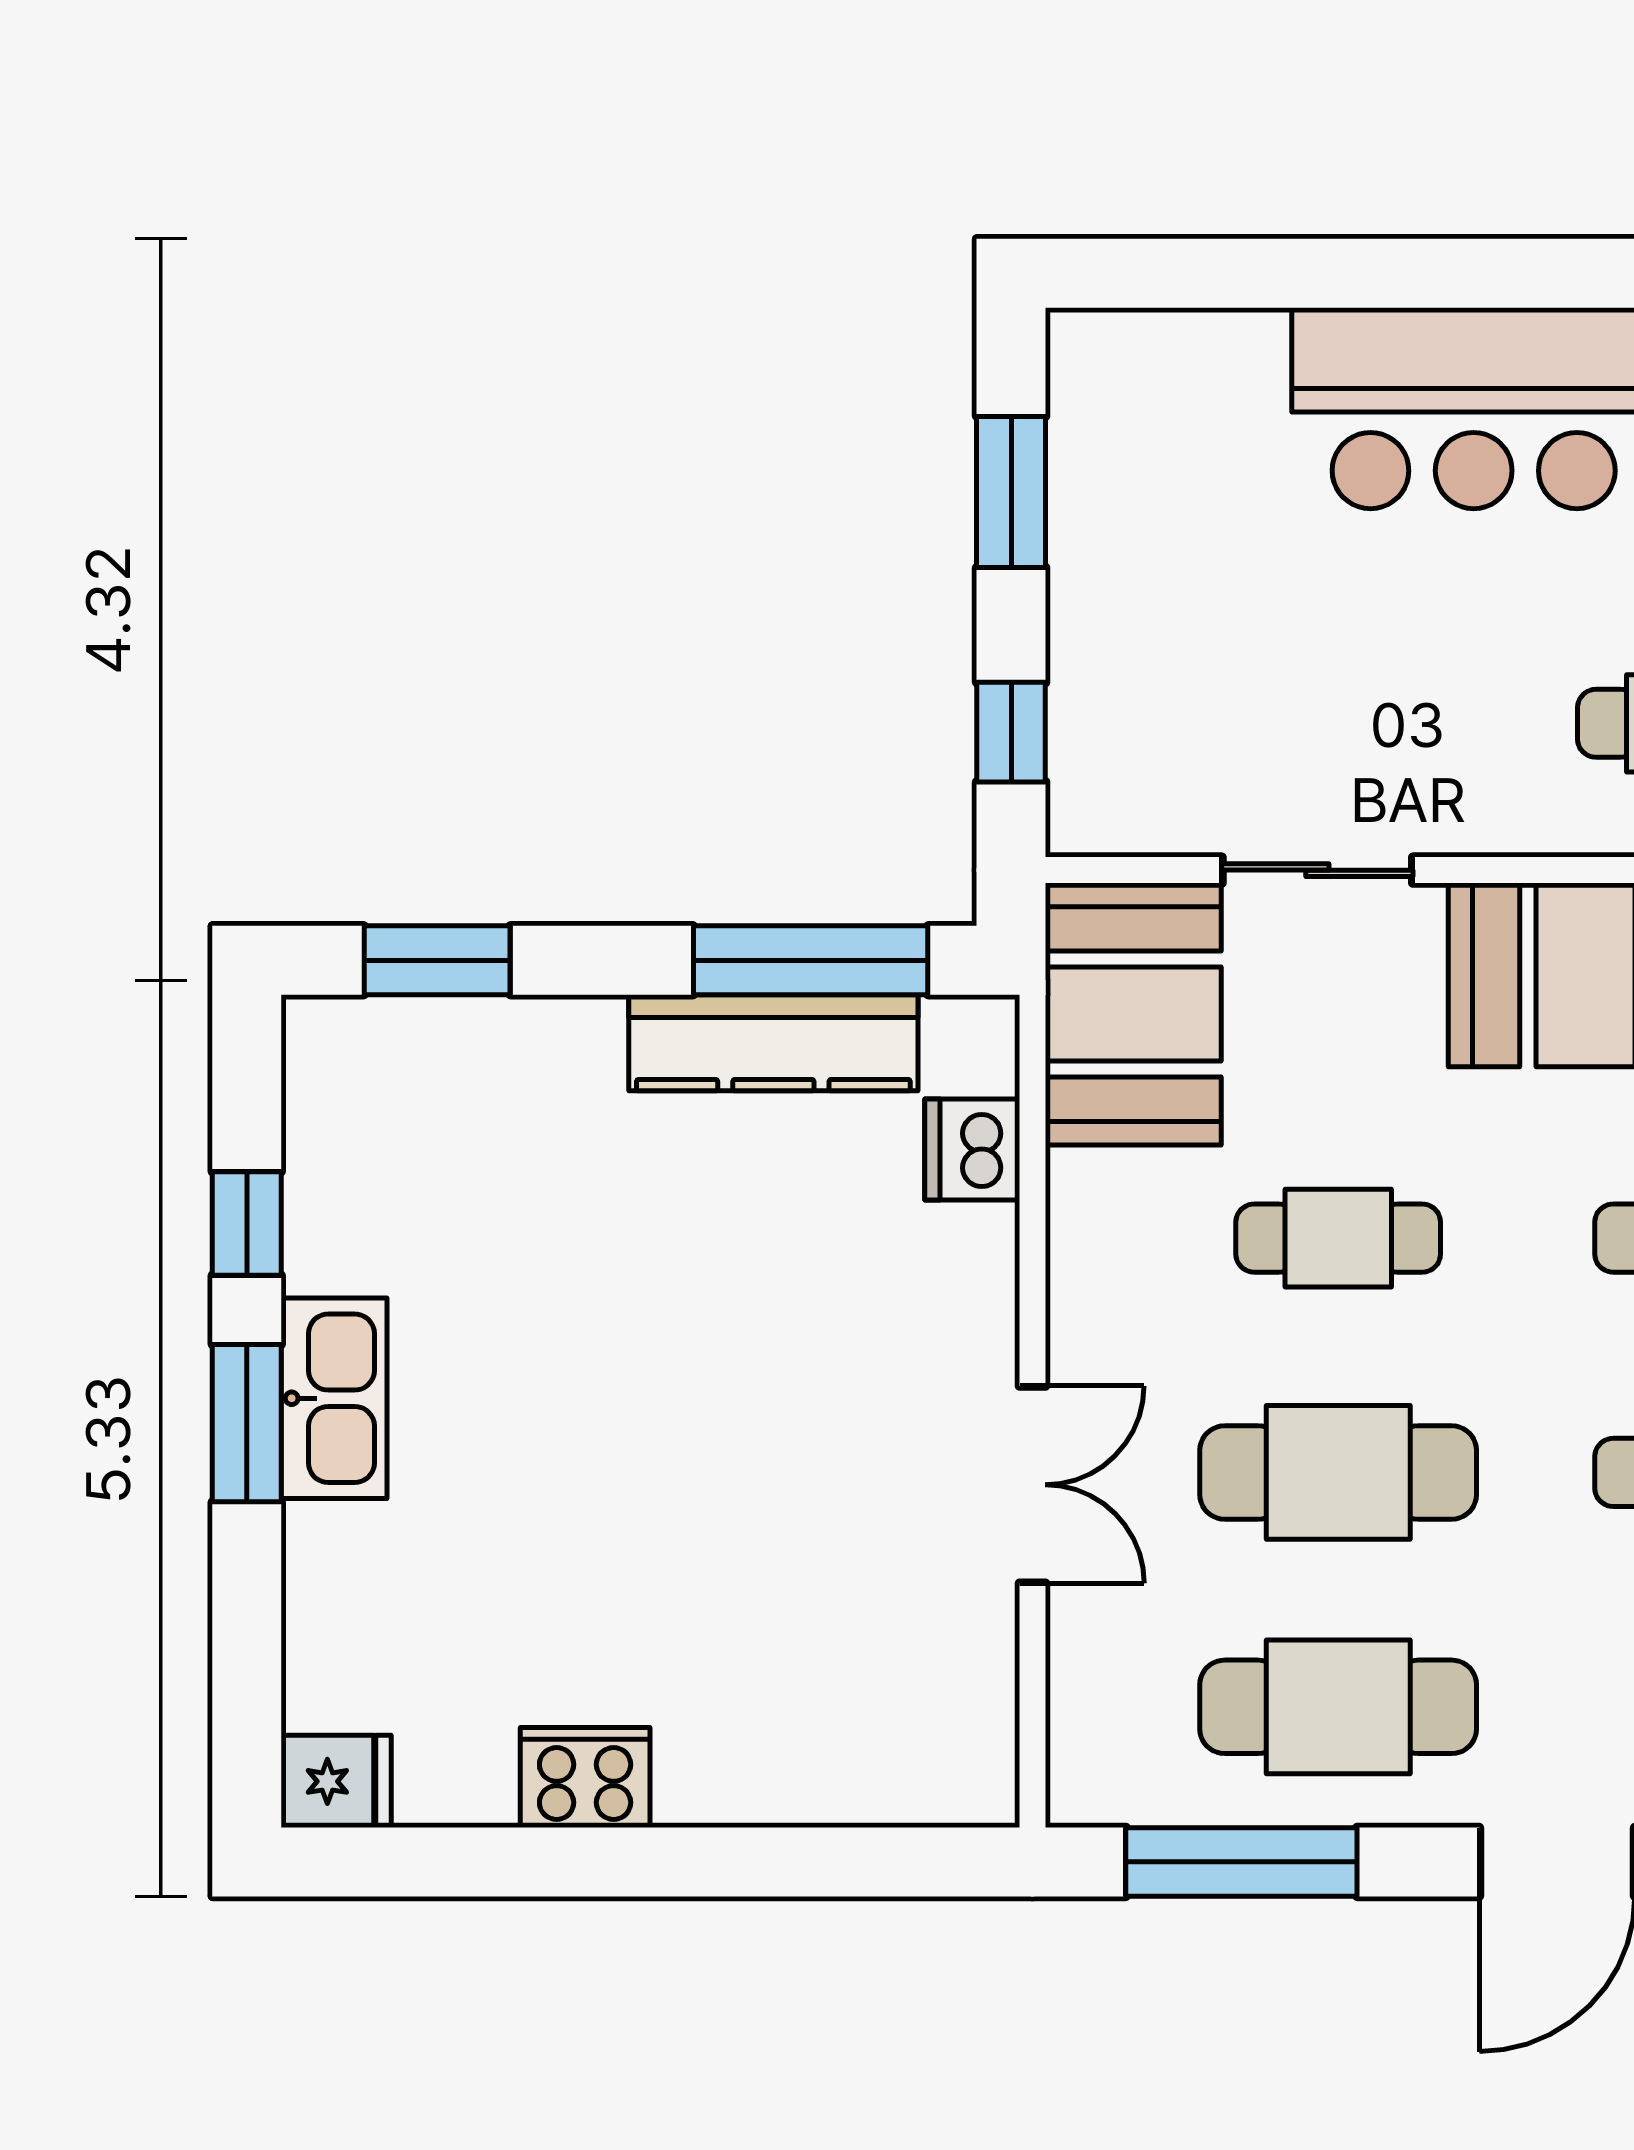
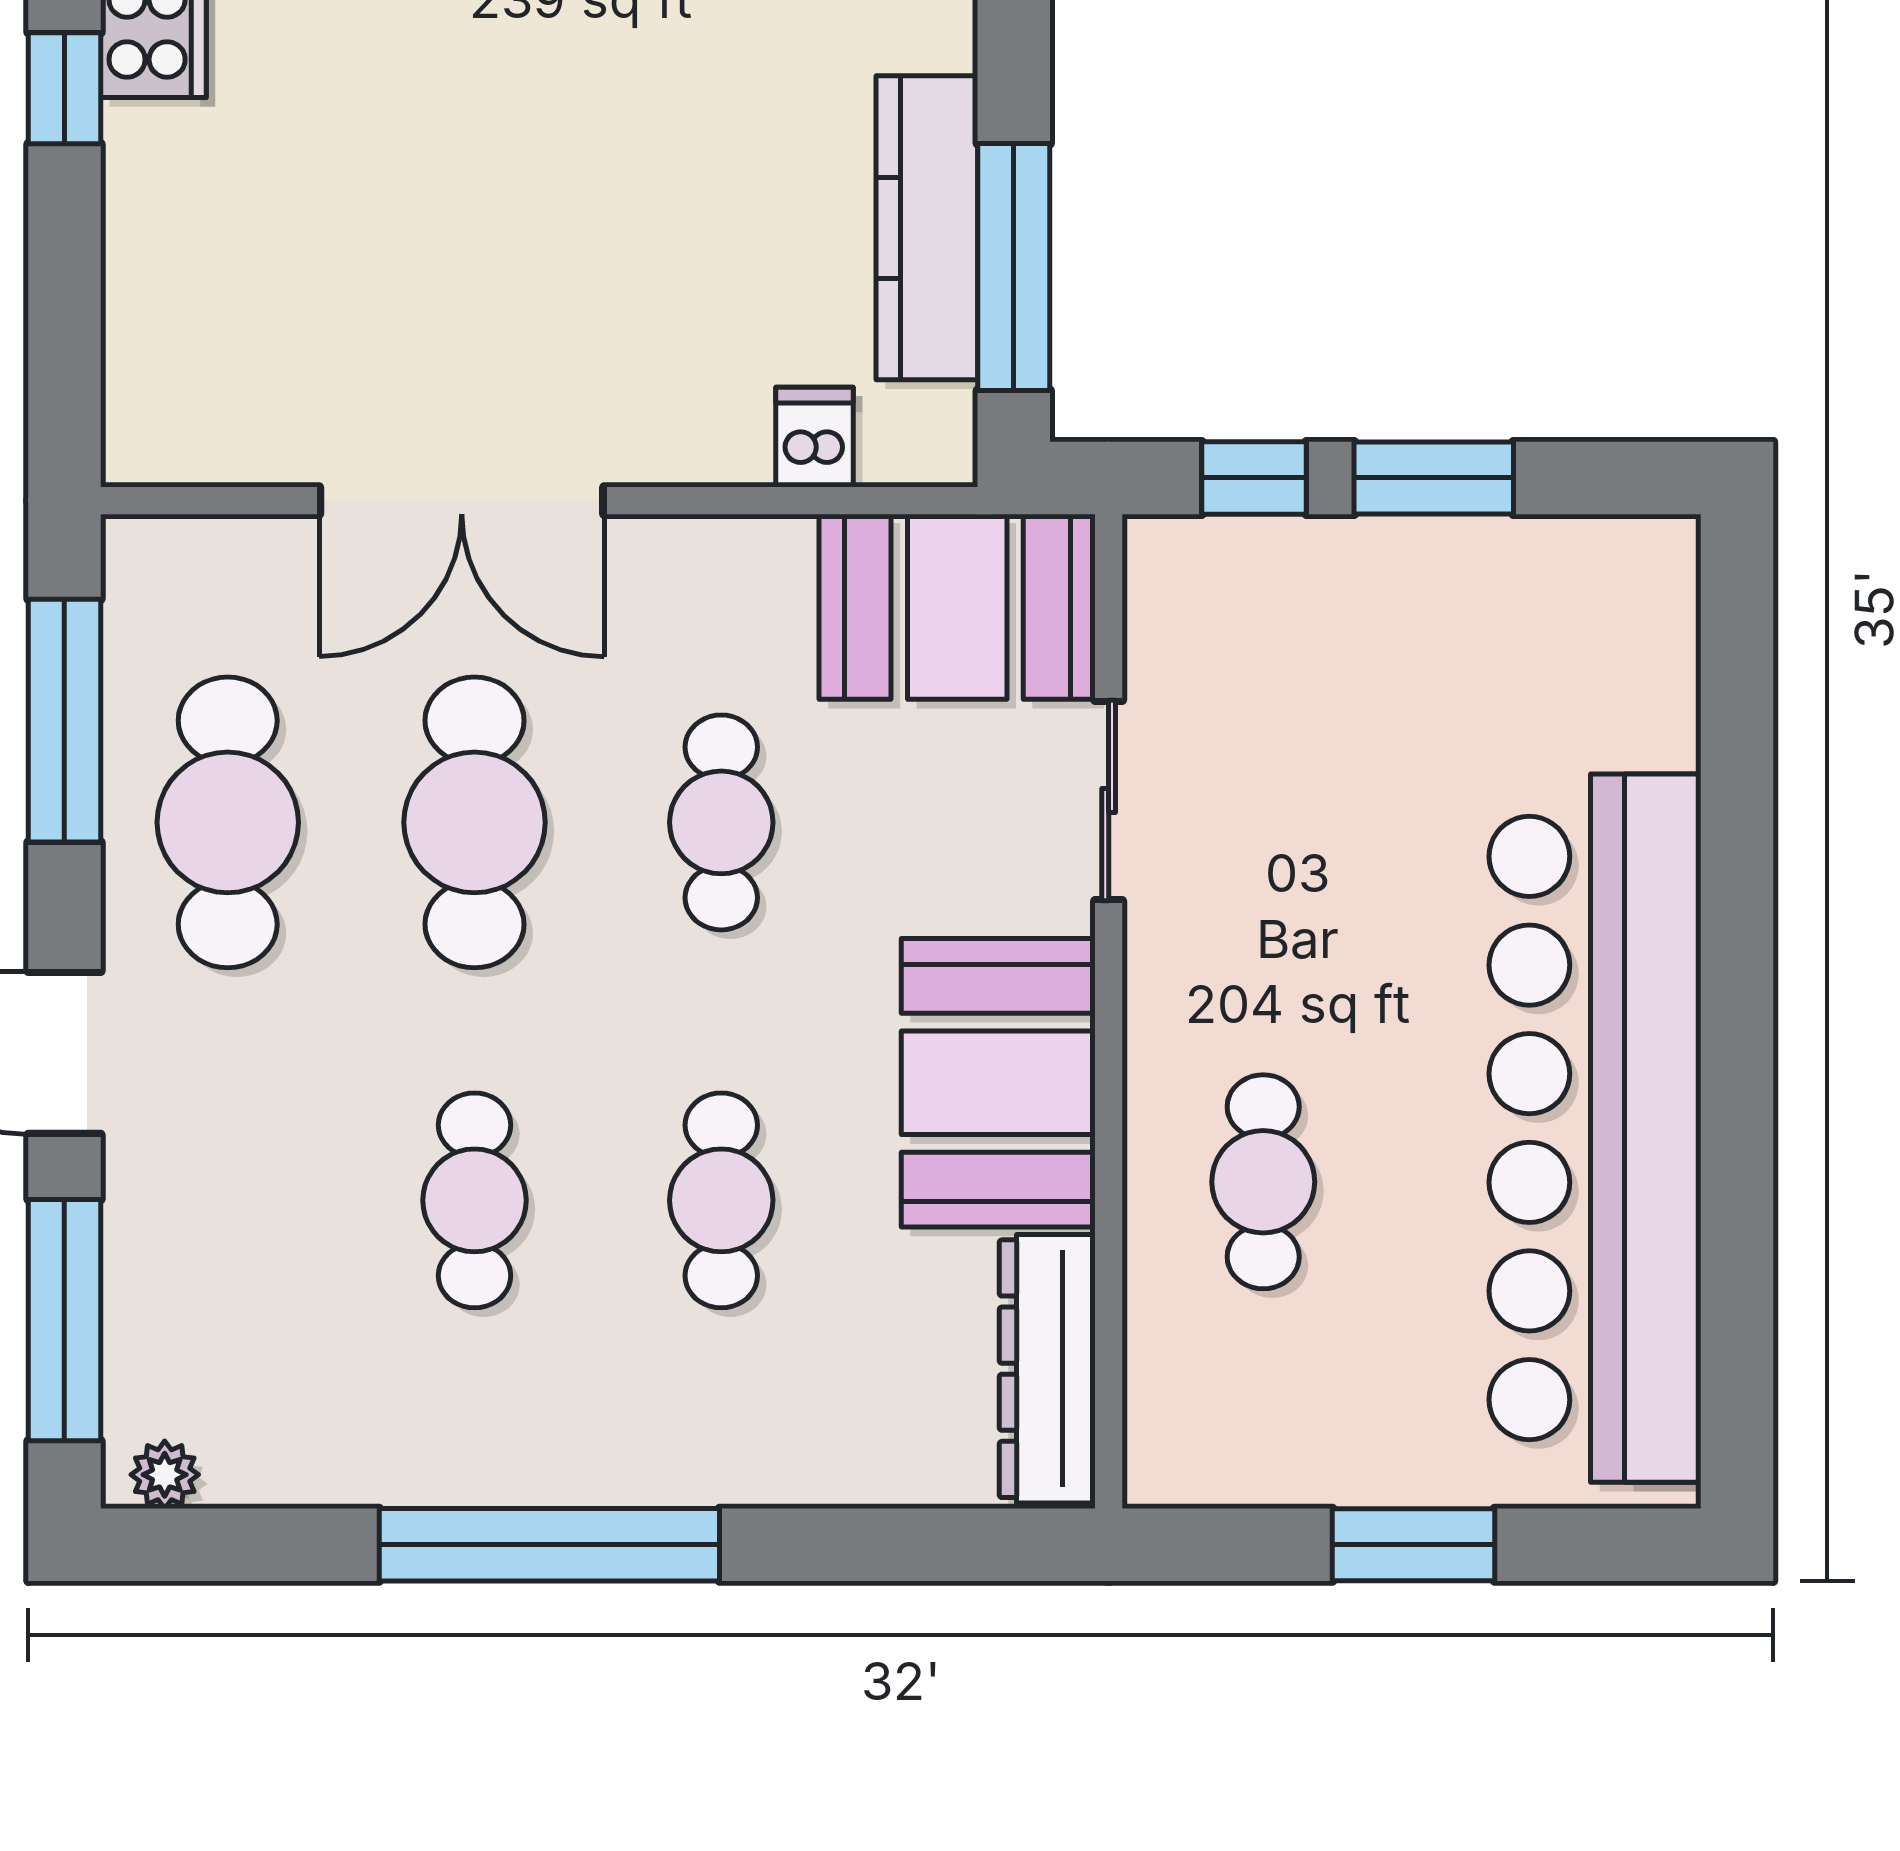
window: (1011, 492) -> (1434, 478), moved
dishwasher: (972, 1149) -> (815, 437), width x0.73
double door: (1032, 1485) -> (462, 501), width x1.37
window: (641, 1862) -> (64, 88), added

